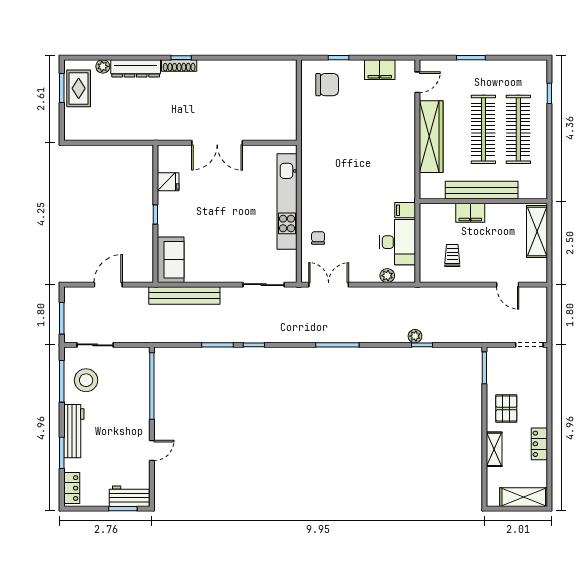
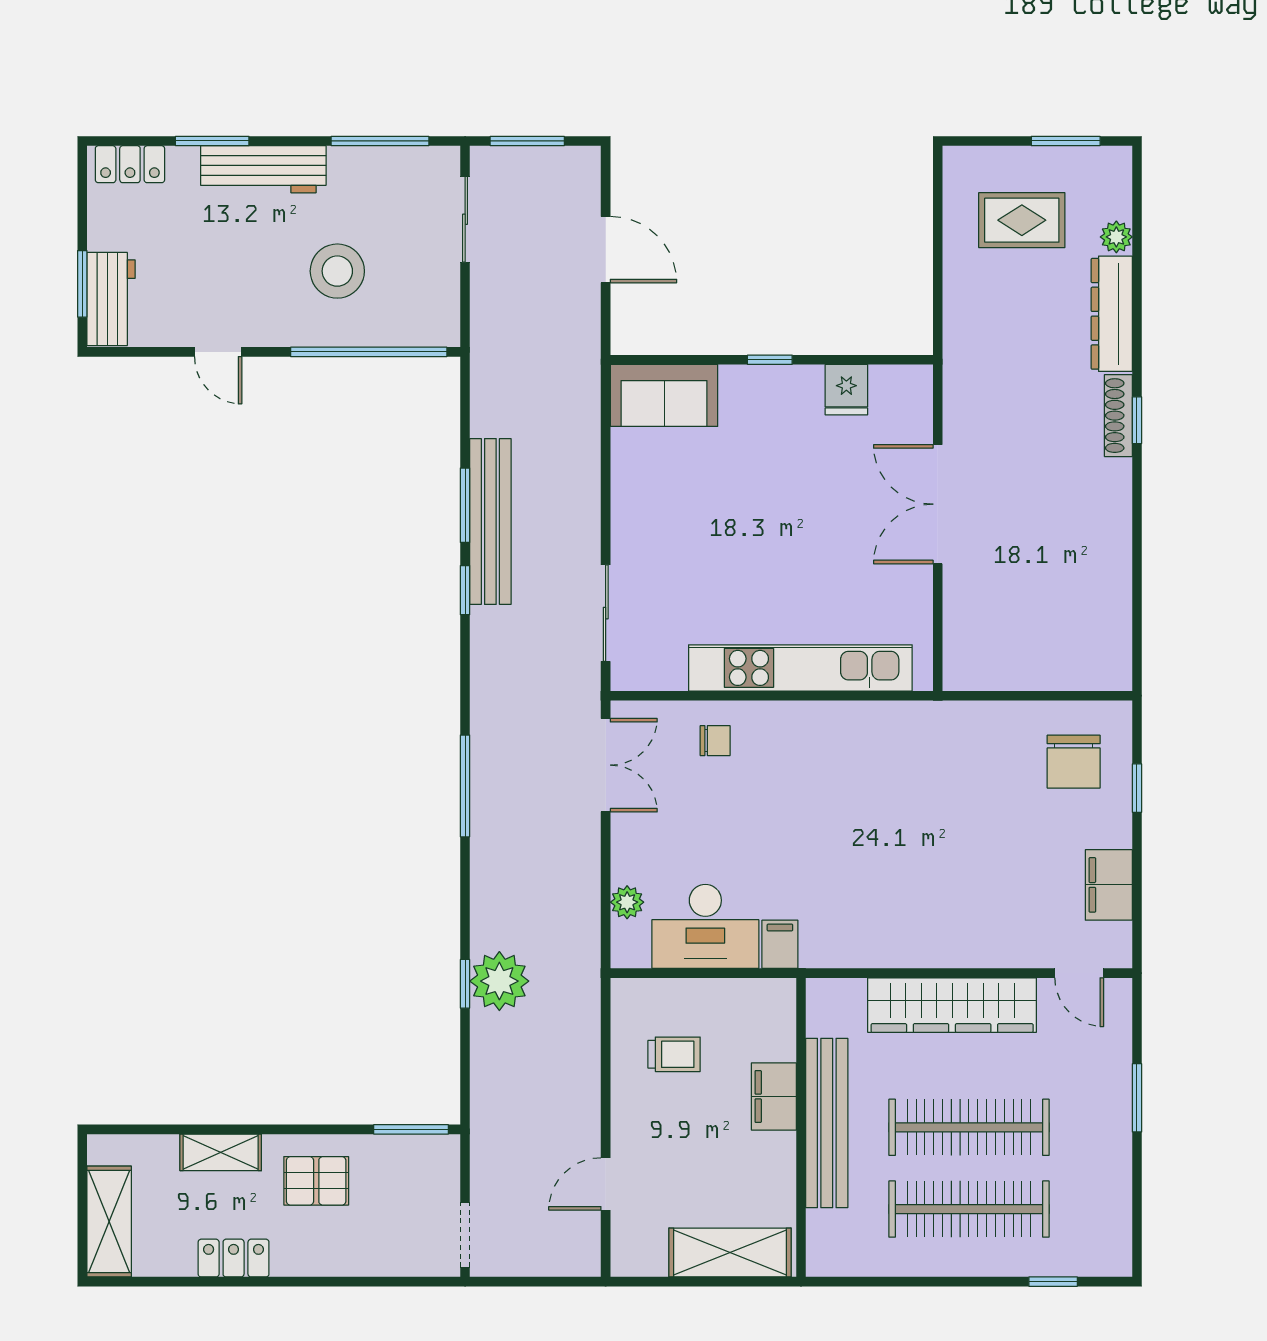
rug: (79, 88) -> (1022, 220), moved
bench: (184, 296) -> (490, 522), moved
plant: (415, 336) -> (499, 981), width x1.87, depth x1.87
stool: (86, 380) -> (337, 271), moved

